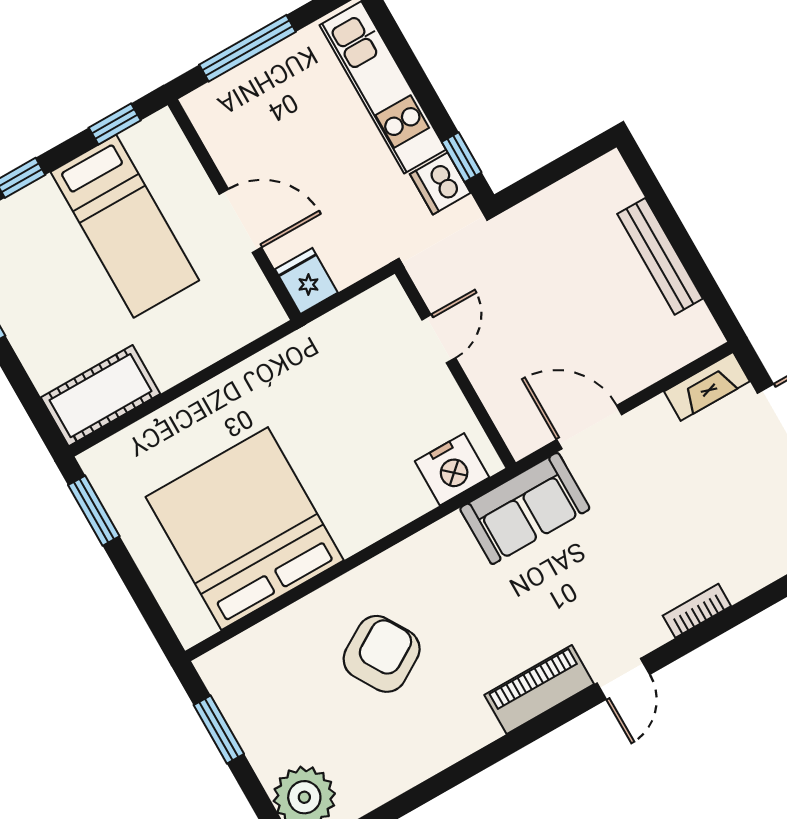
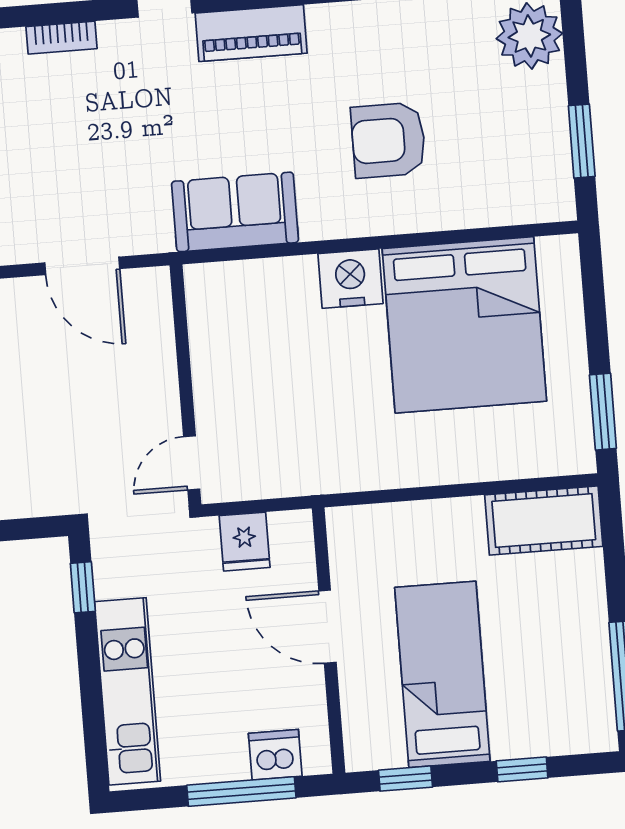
dishwasher: (440, 183) -> (275, 755), moved, turned -90
fridge: (306, 281) -> (245, 542), moved
door: (439, 339) -> (192, 463), moved
nightstand: (452, 469) -> (350, 279), moved
sofa: (525, 508) -> (235, 212), moved
armchair: (382, 654) -> (388, 140), turned 31

